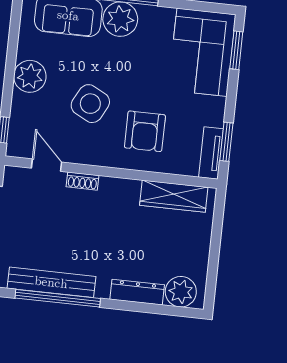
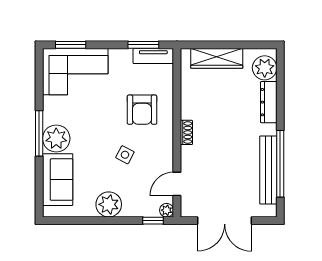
side table: (90, 104) -> (125, 155), width x0.54, depth x0.54
armchair: (145, 131) -> (142, 110), turned 90
plant: (15, 149) -> (167, 210), added
shoe rack: (82, 181) -> (186, 132), moved
wardrobe: (174, 196) -> (217, 58), moved, turned 90

